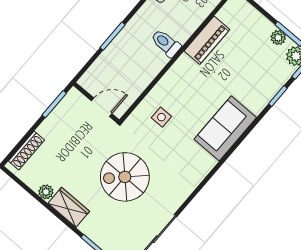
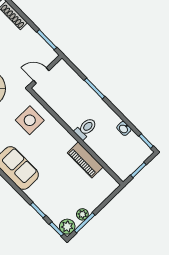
door: (102, 107) -> (41, 75), swing flipped
side table: (161, 117) -> (30, 120), width x1.87, depth x1.87

